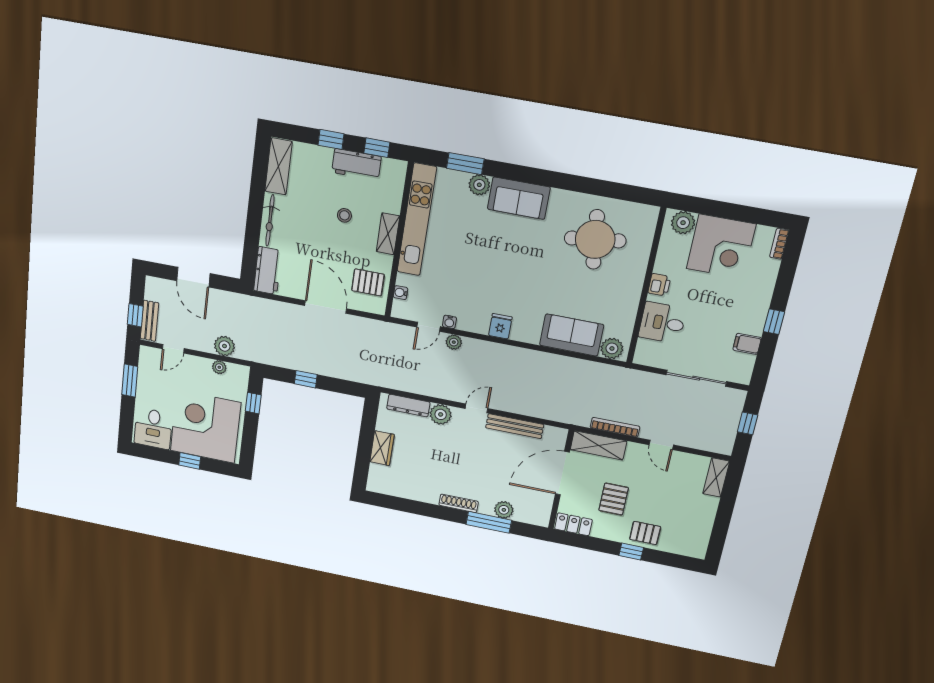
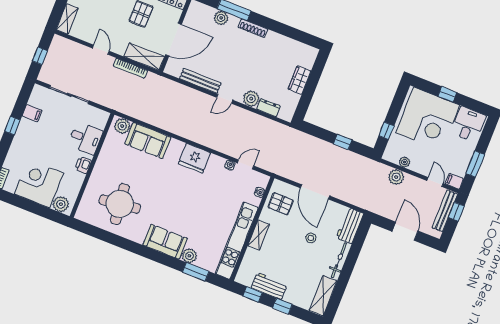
stool: (344, 215) -> (311, 238), moved
bench: (149, 321) -> (445, 211), width x1.36
fridge: (500, 326) -> (194, 158), width x1.88, depth x1.34
plant: (454, 342) -> (230, 150), removed
door: (173, 349) -> (435, 182), hinge flipped
filing cabinet: (149, 354) -> (454, 181), added
dresser: (408, 406) -> (269, 108), width x0.70

